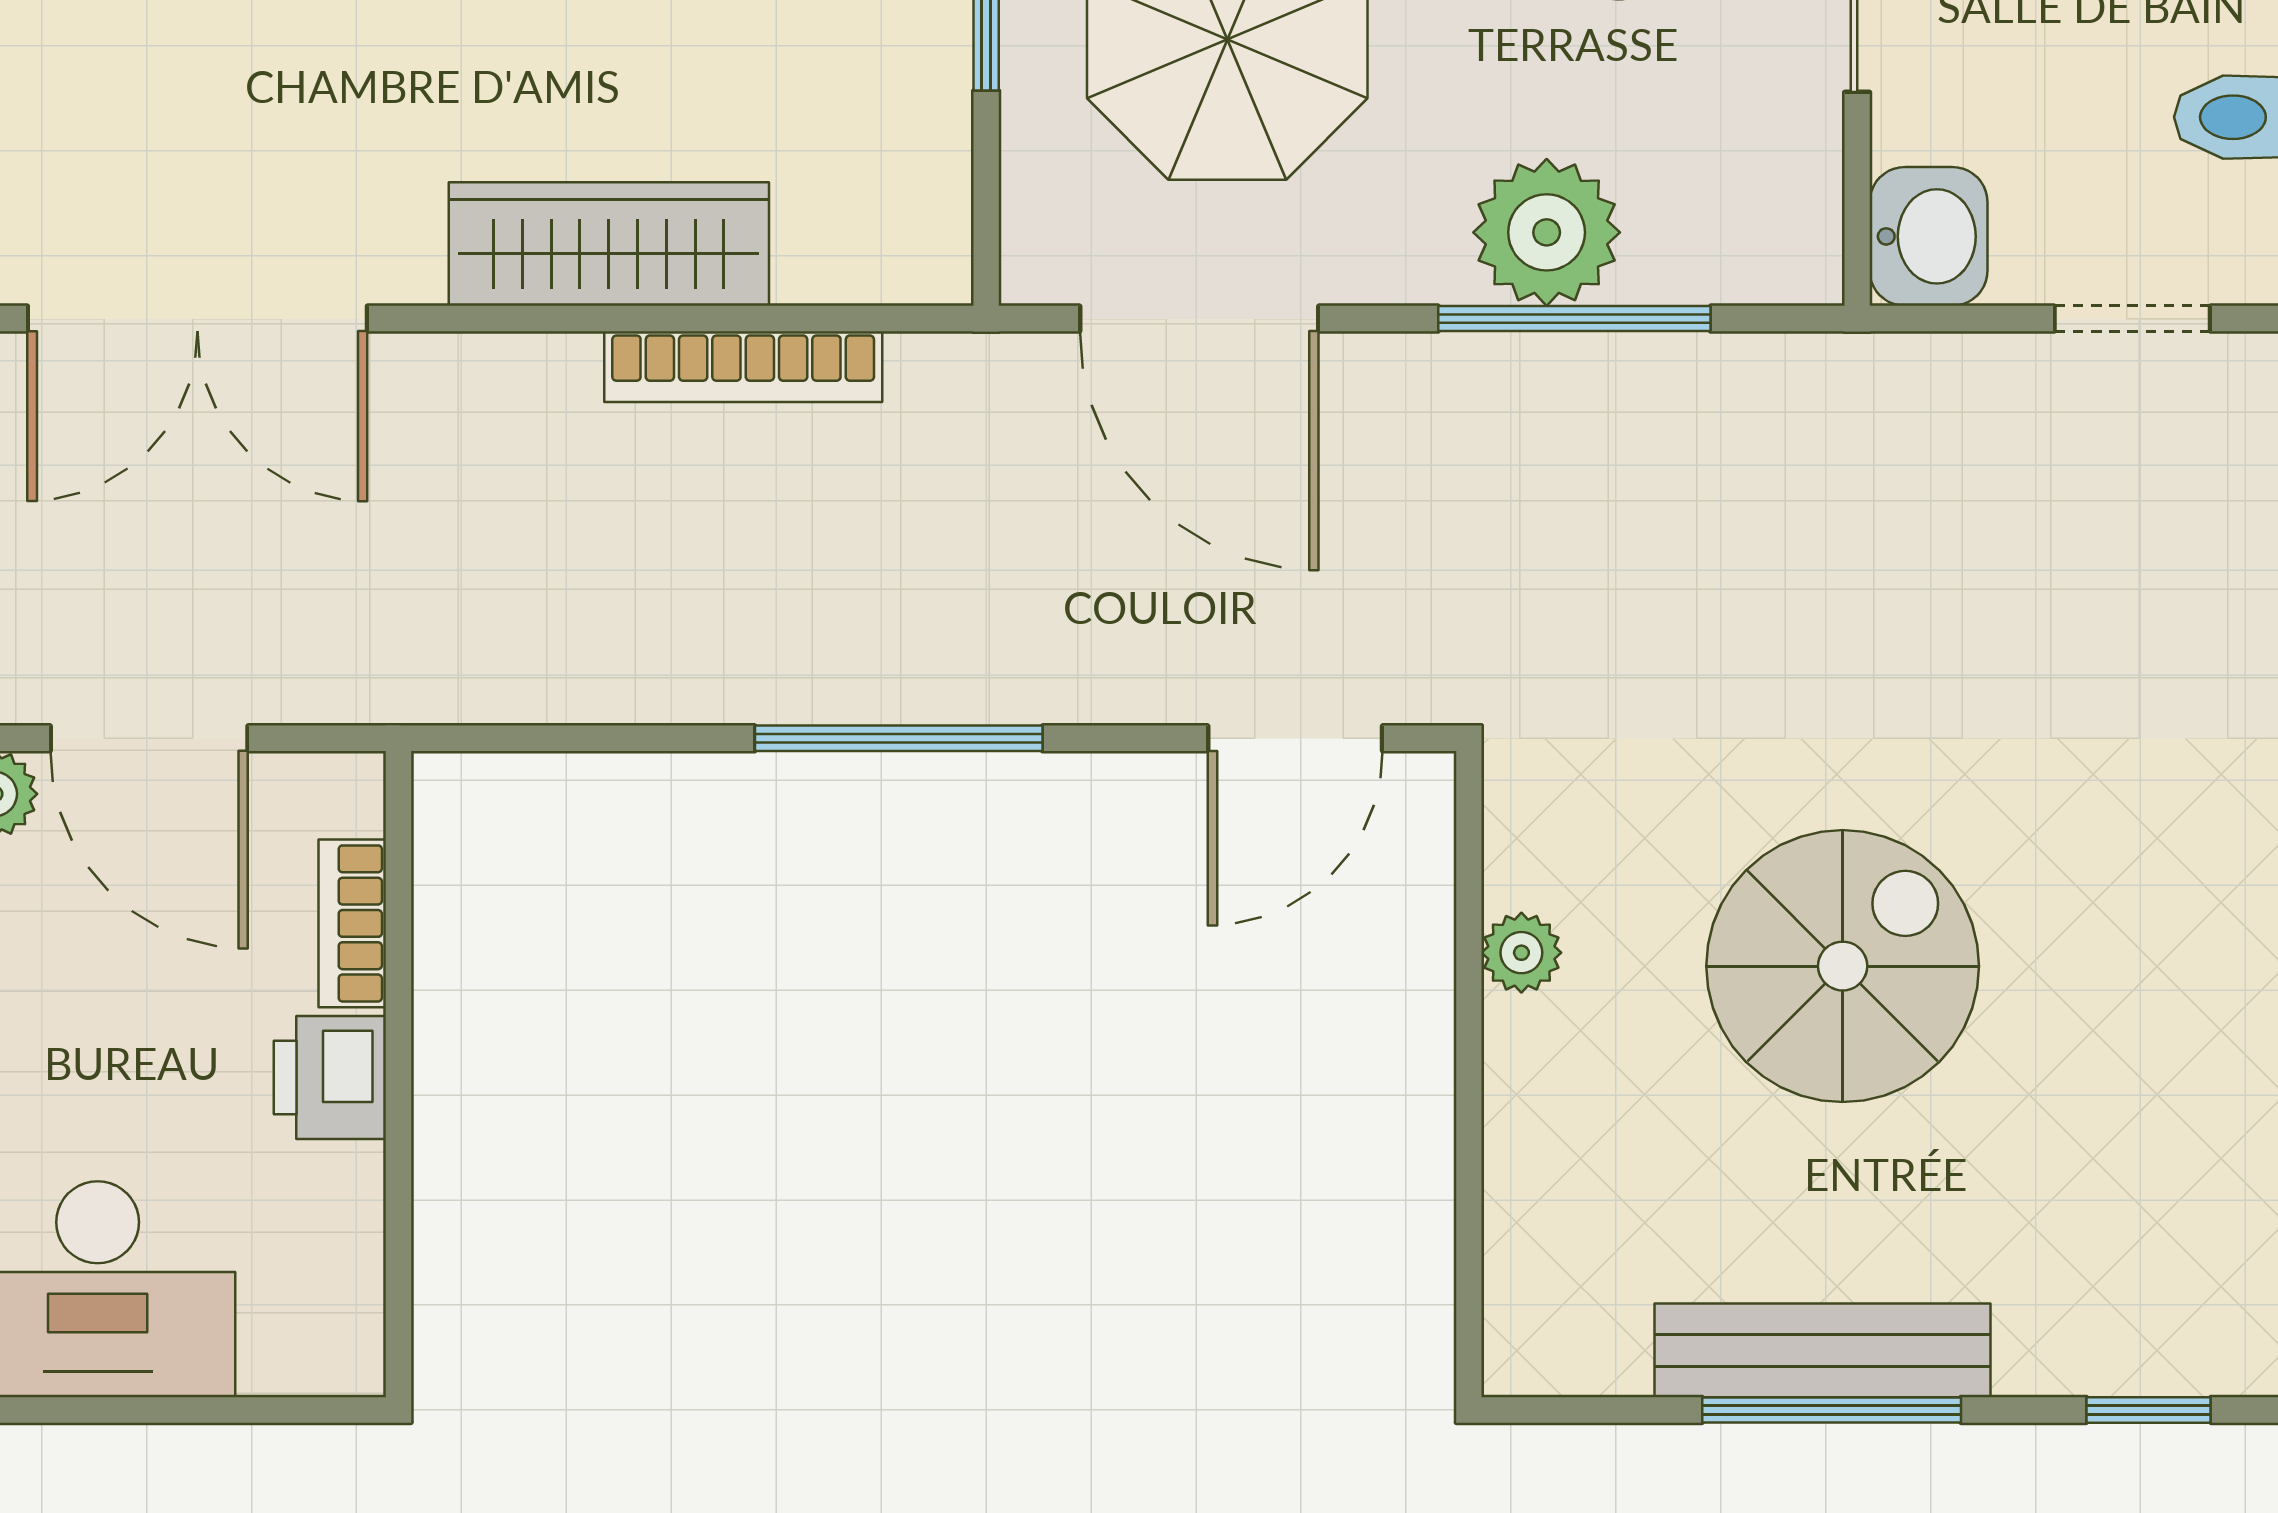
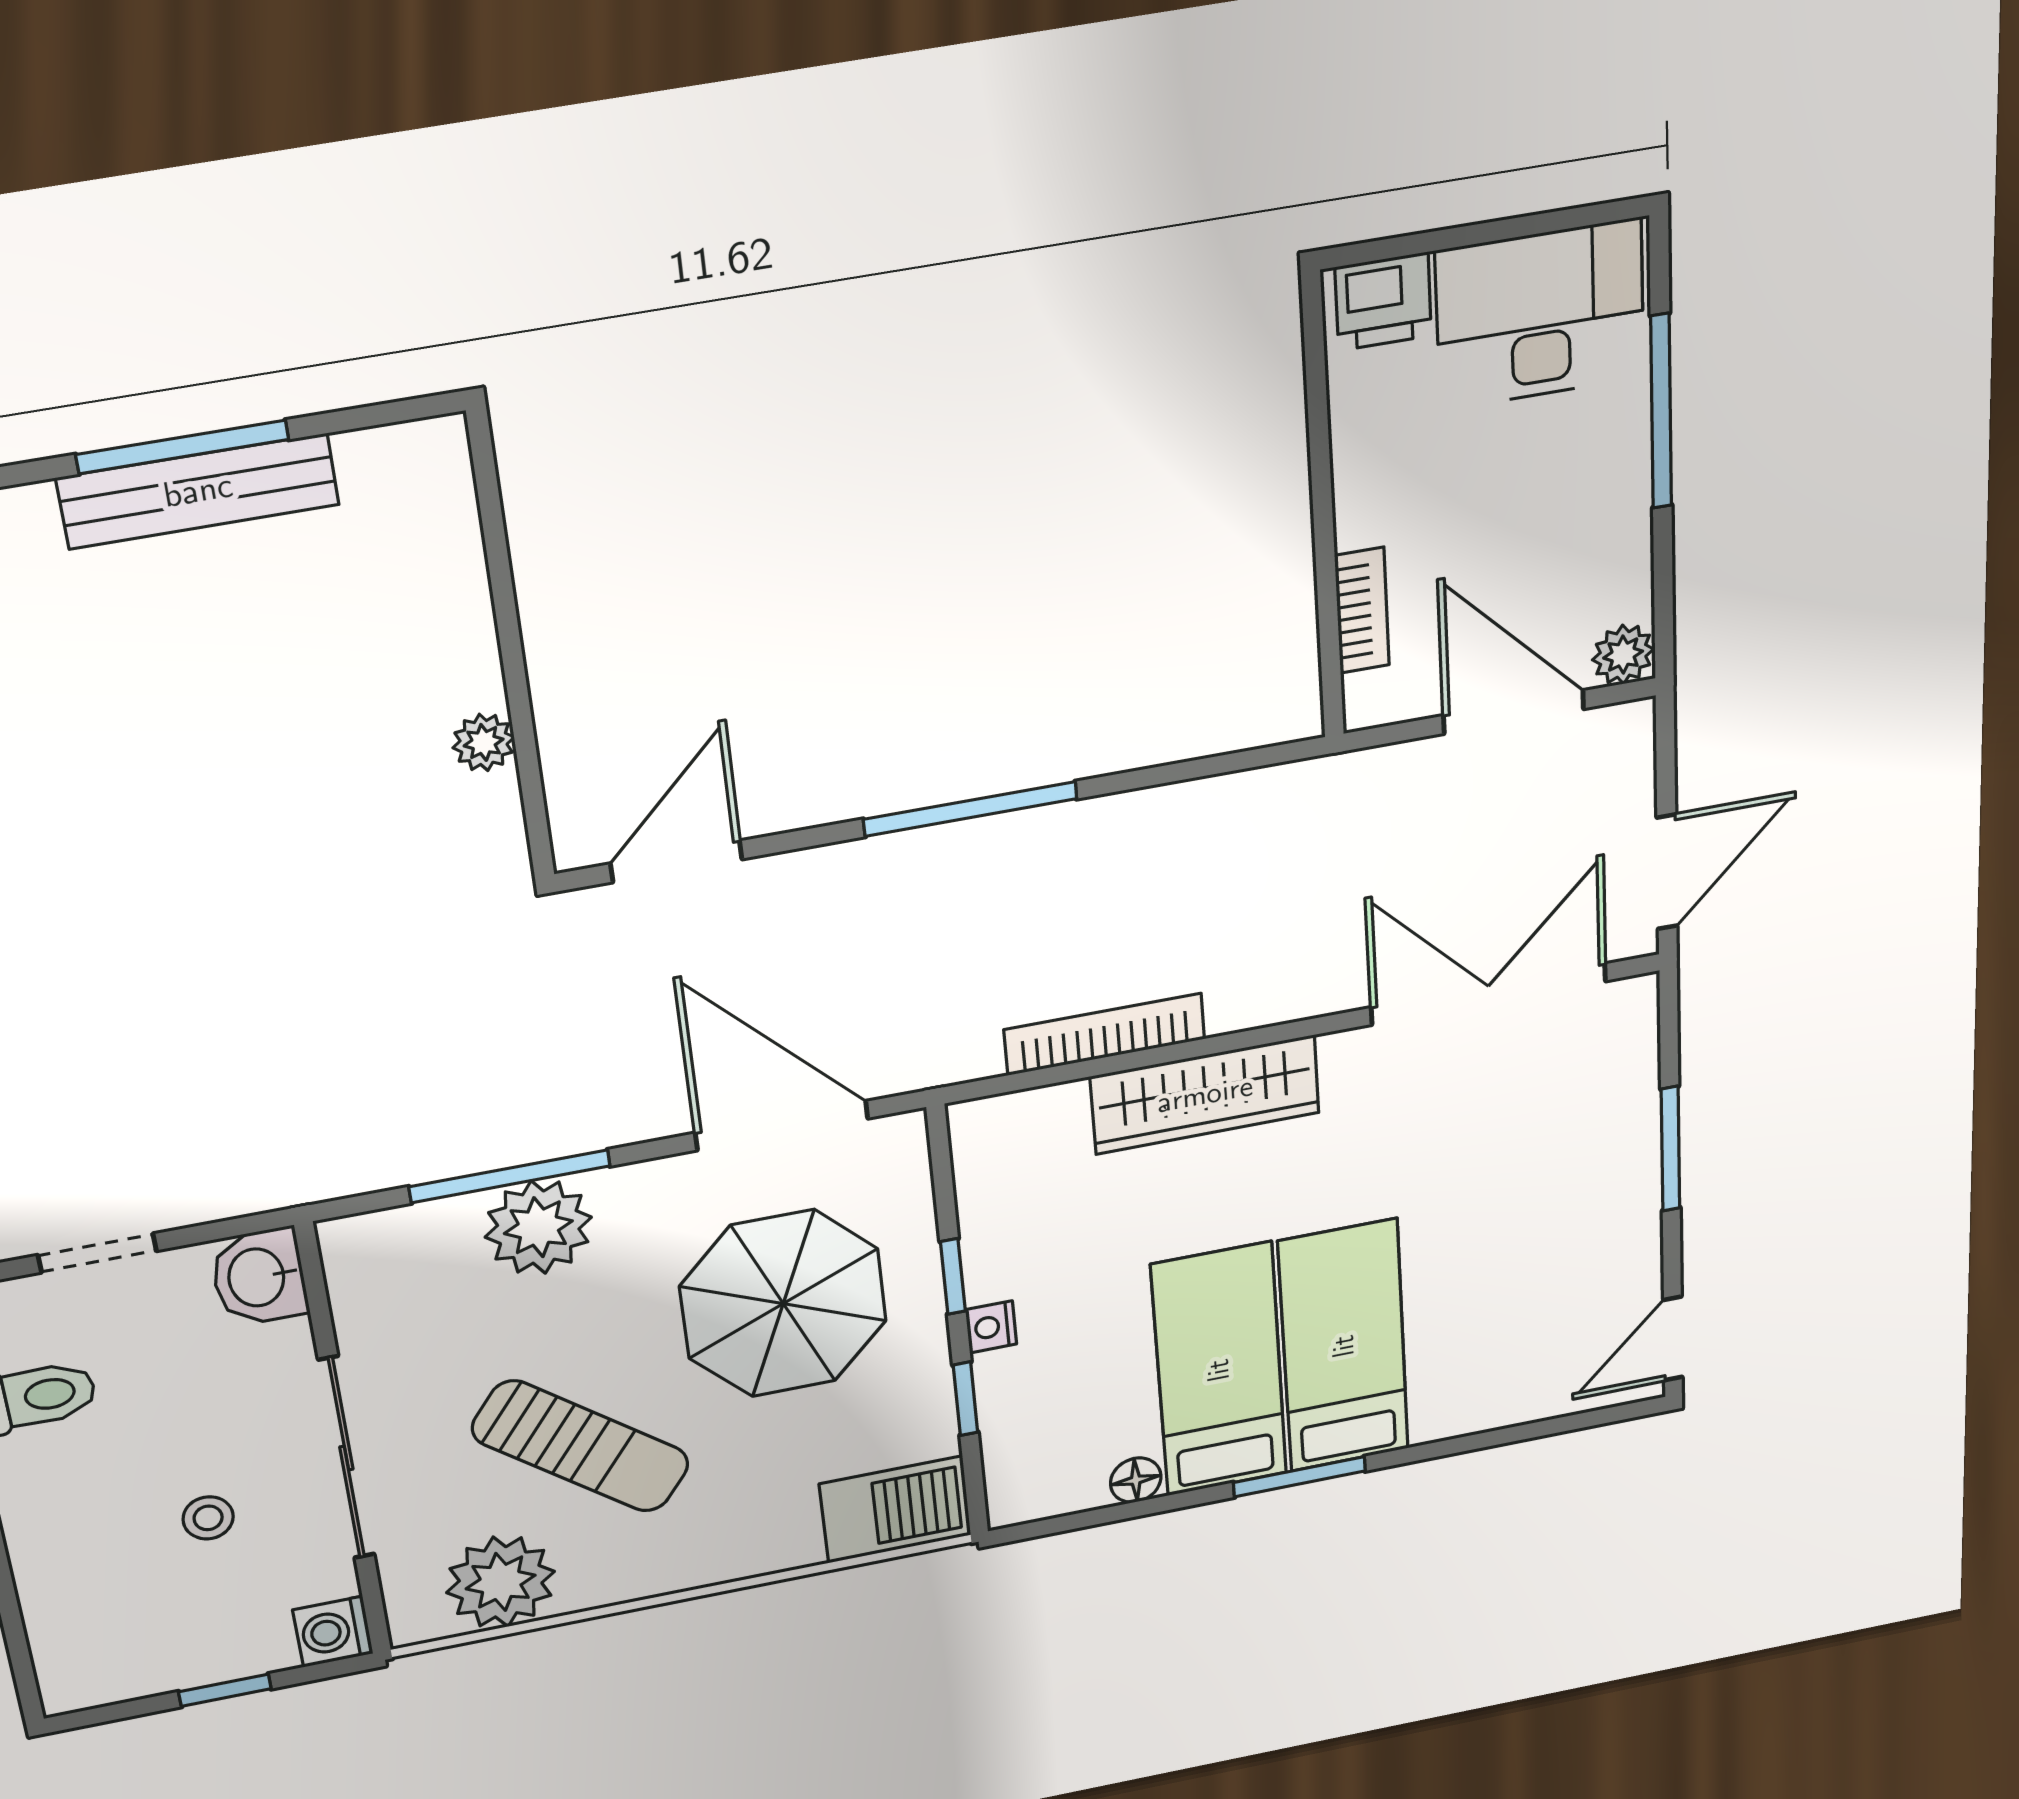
spiral stairs: (1843, 966) -> (233, 776), removed
printer: (330, 1077) -> (1383, 302), moved, turned 90

